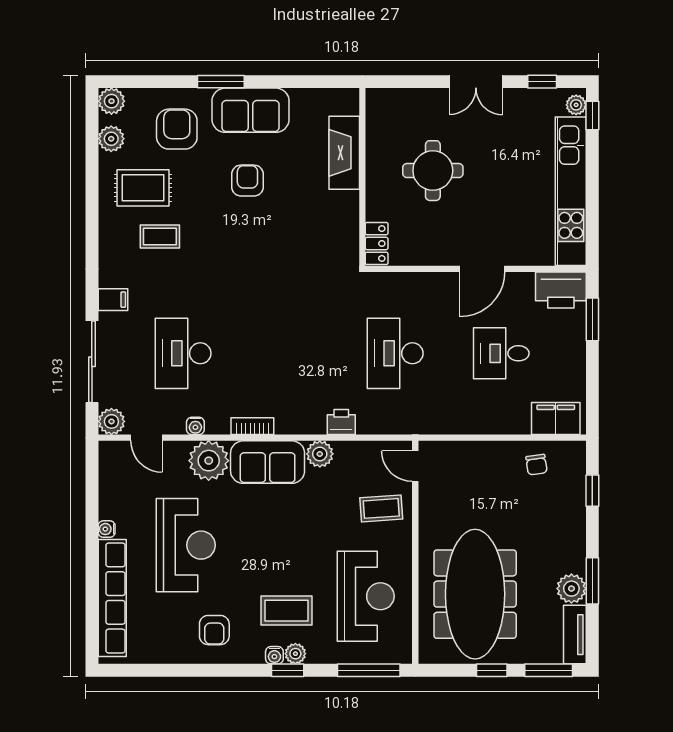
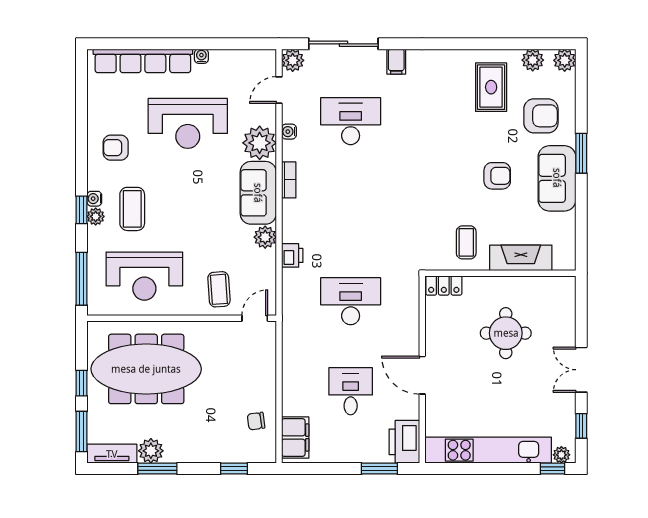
coffee table: (160, 236) -> (466, 242), moved

